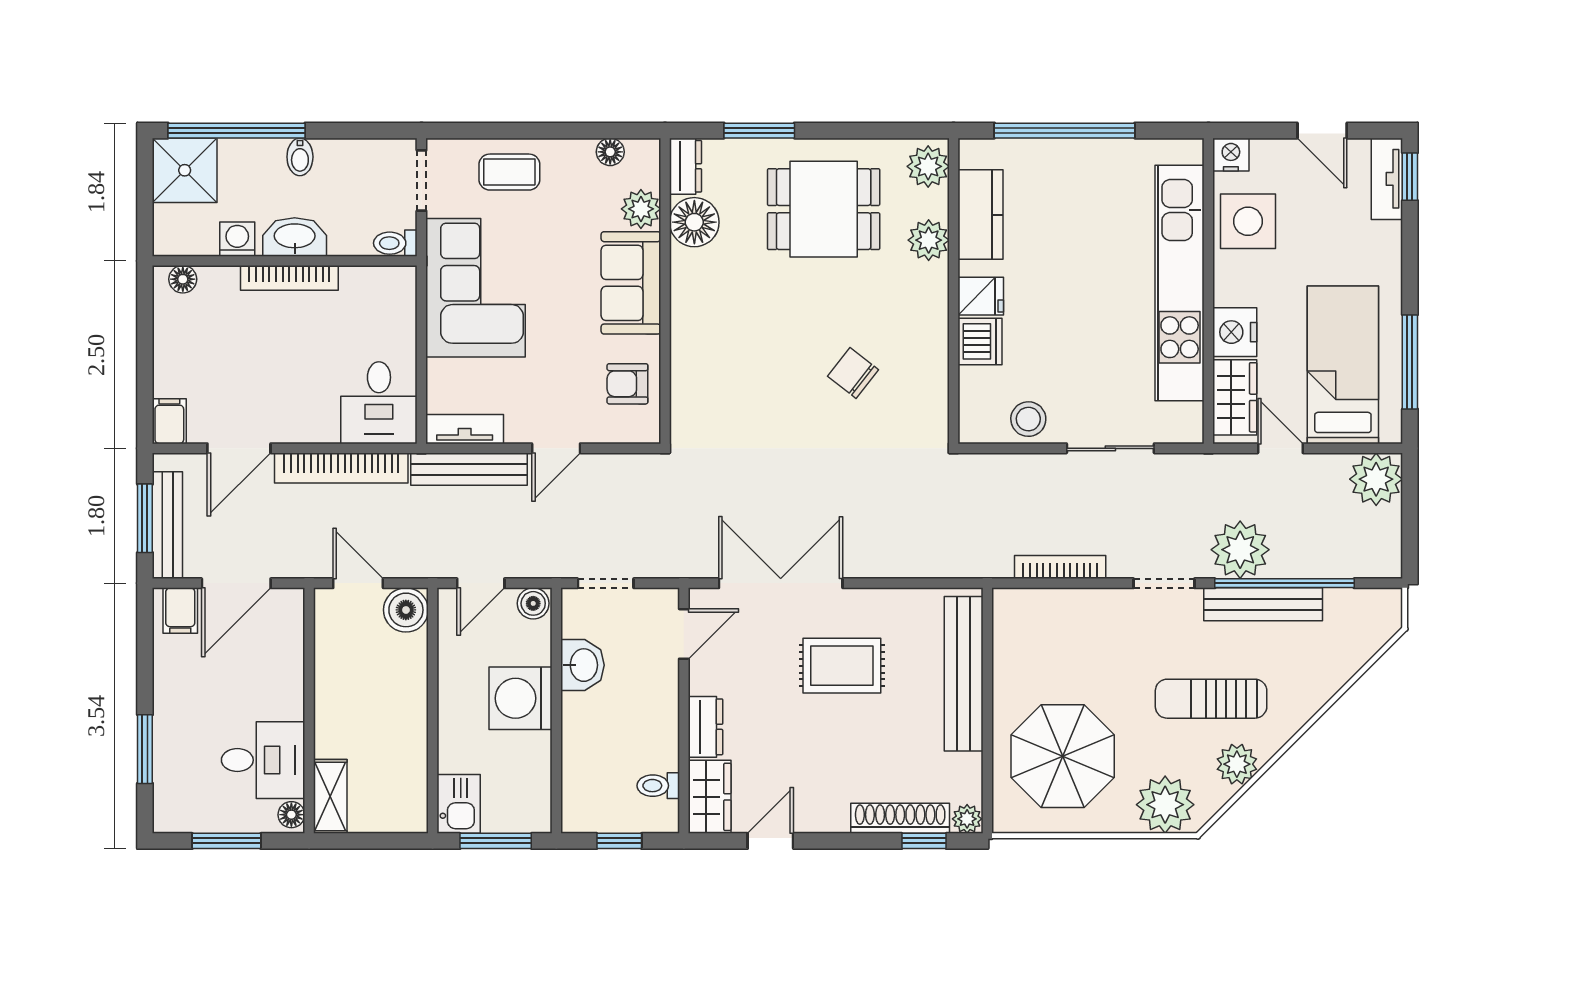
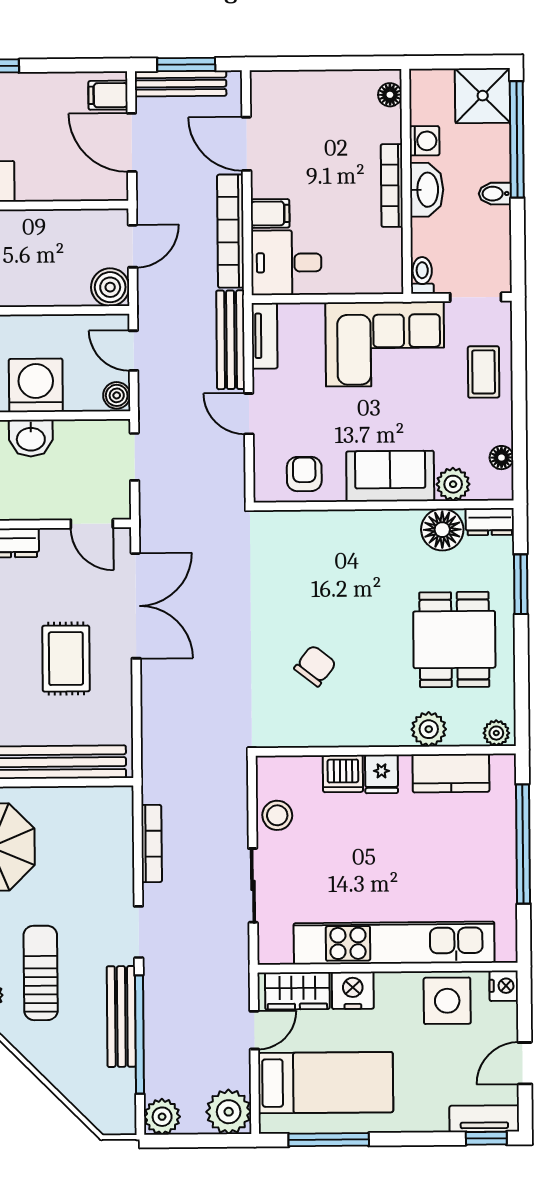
plant: (928, 166) -> (496, 733), width x0.73, depth x0.73
filing cabinet: (169, 421) -> (270, 213), moved
plant: (1240, 550) -> (162, 1117), moved, width x0.73, depth x0.73
washbasin: (583, 665) -> (31, 438), moved

